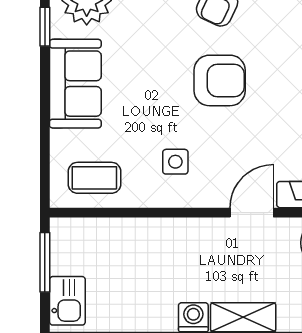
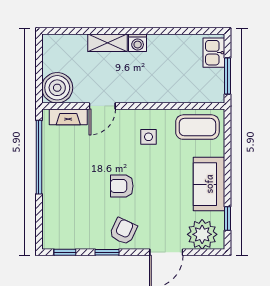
armchair: (220, 80) -> (122, 186), width x0.72, depth x0.72
coffee table: (94, 178) -> (197, 127), width x1.36, depth x1.30

